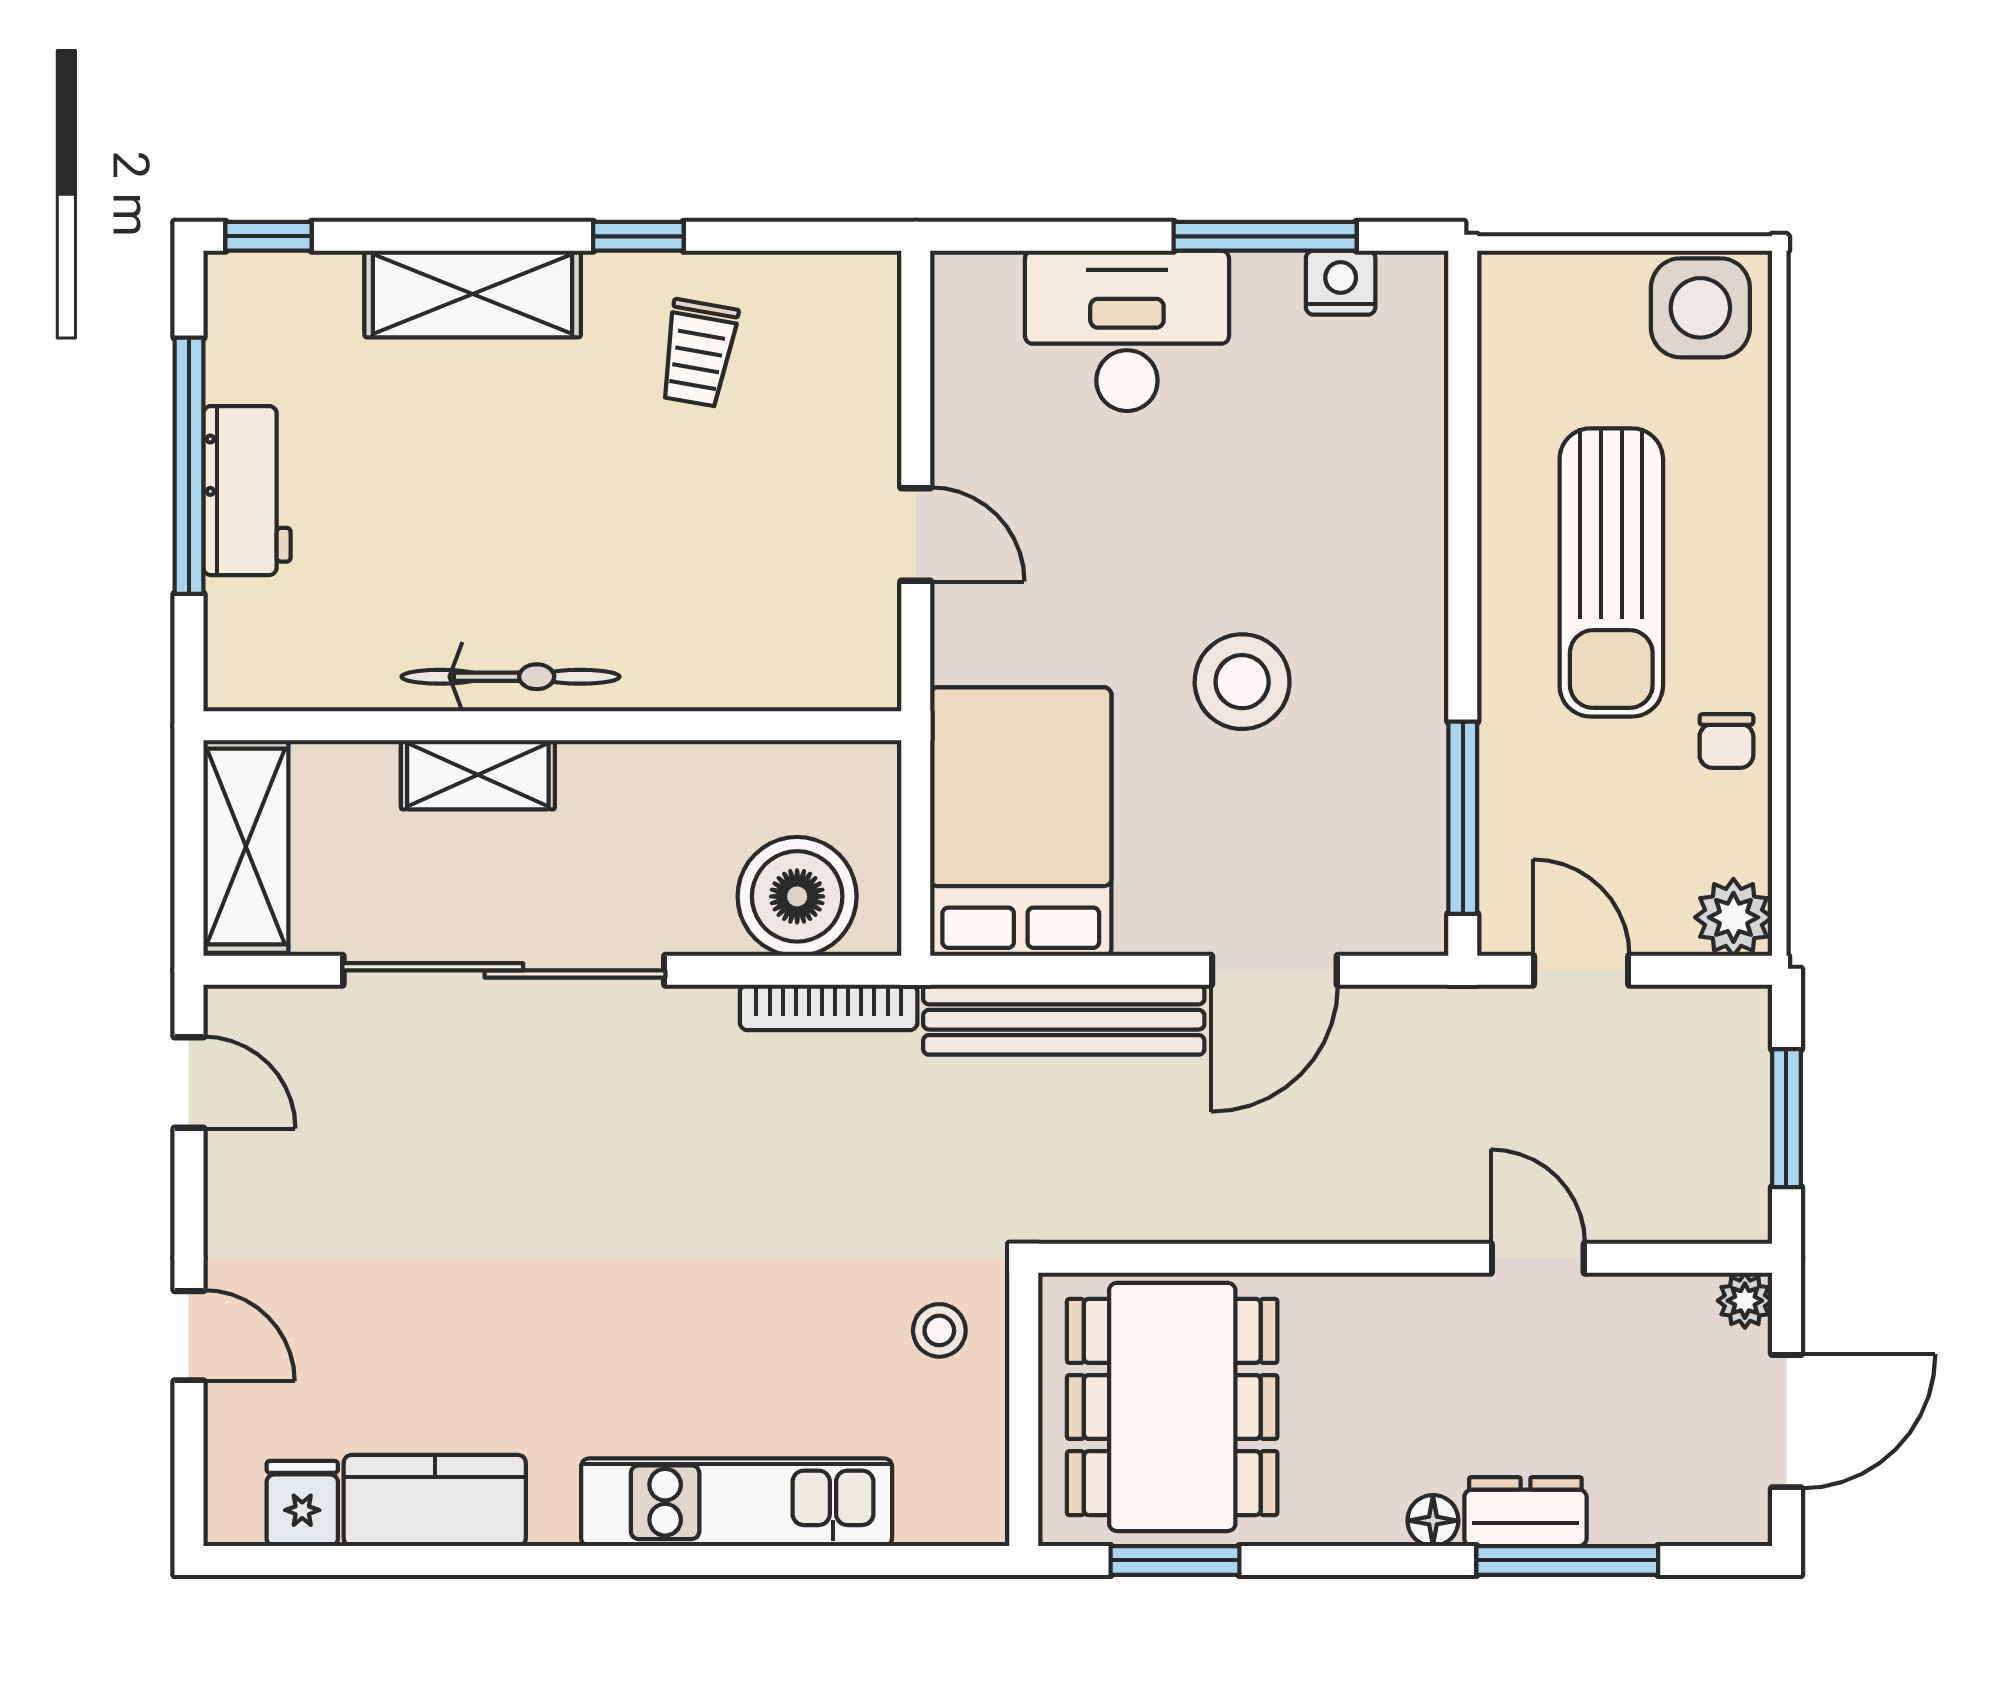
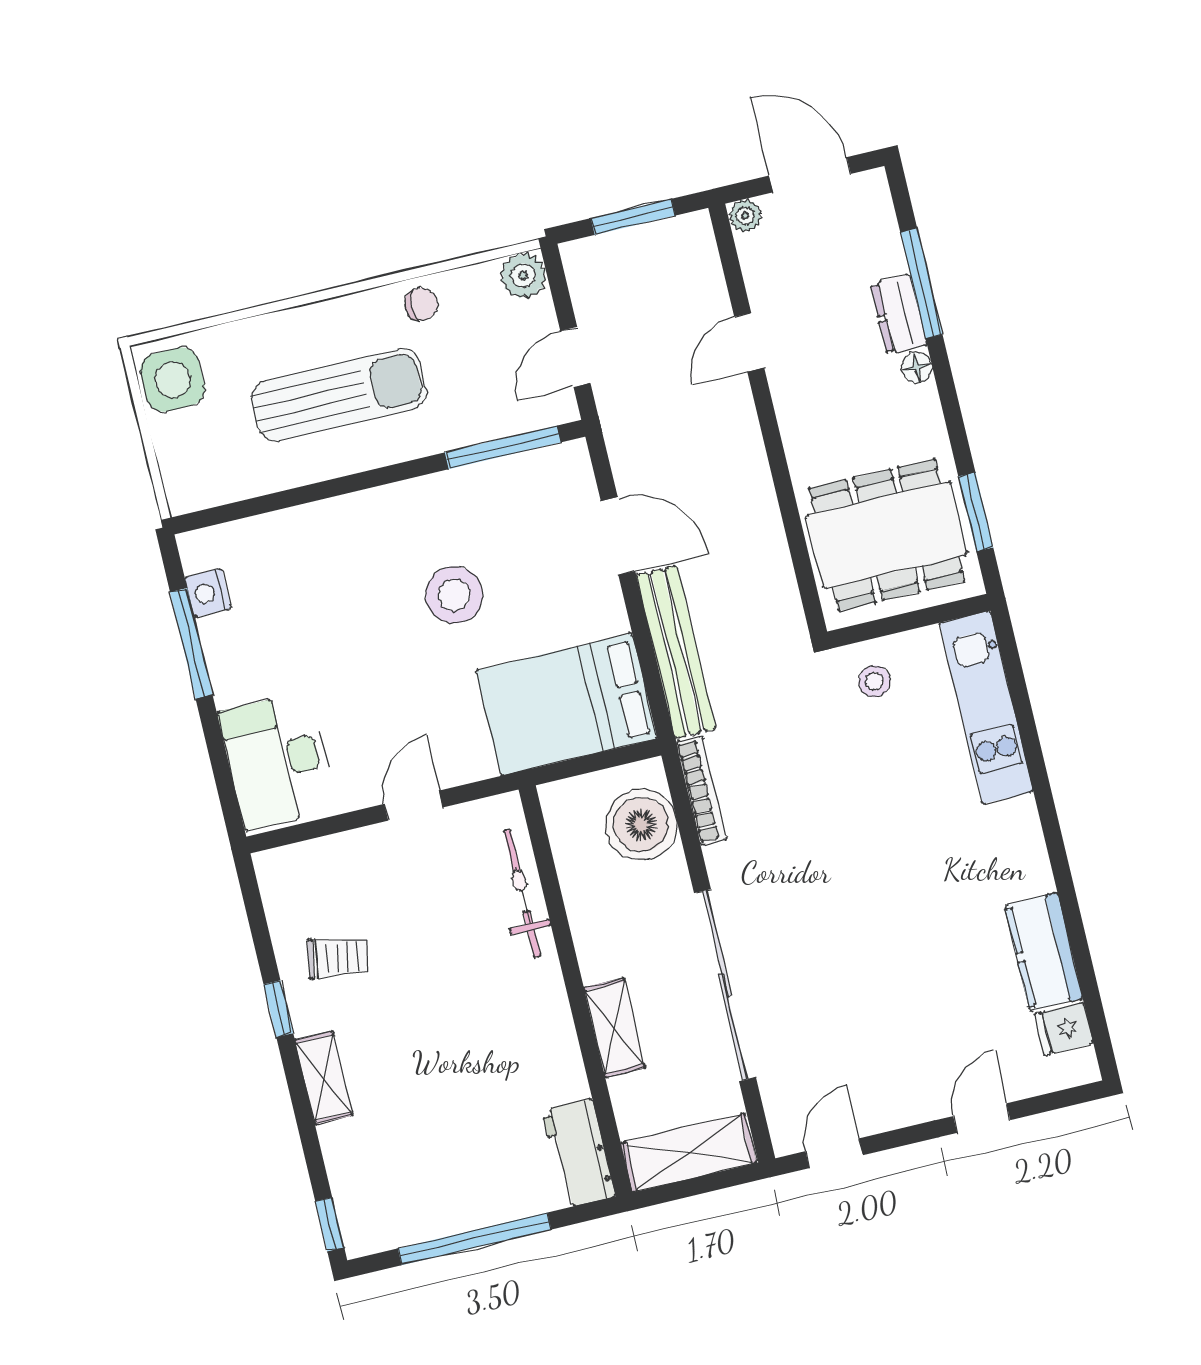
shelving: (473, 294) -> (324, 1078), width x0.67, depth x0.75
desk: (1127, 331) -> (278, 761), moved
workbench: (247, 491) -> (578, 1153), moved, turned -90
bicycle: (510, 677) -> (522, 893), moved
kitchen unit: (737, 1502) -> (986, 707), moved

